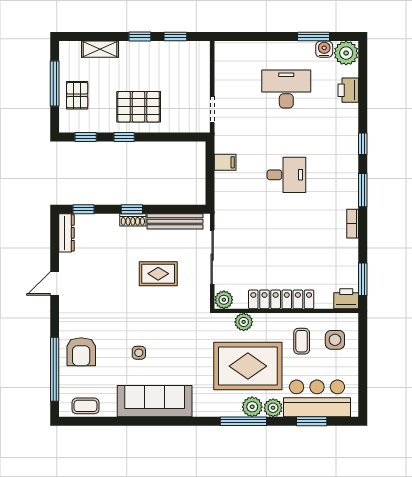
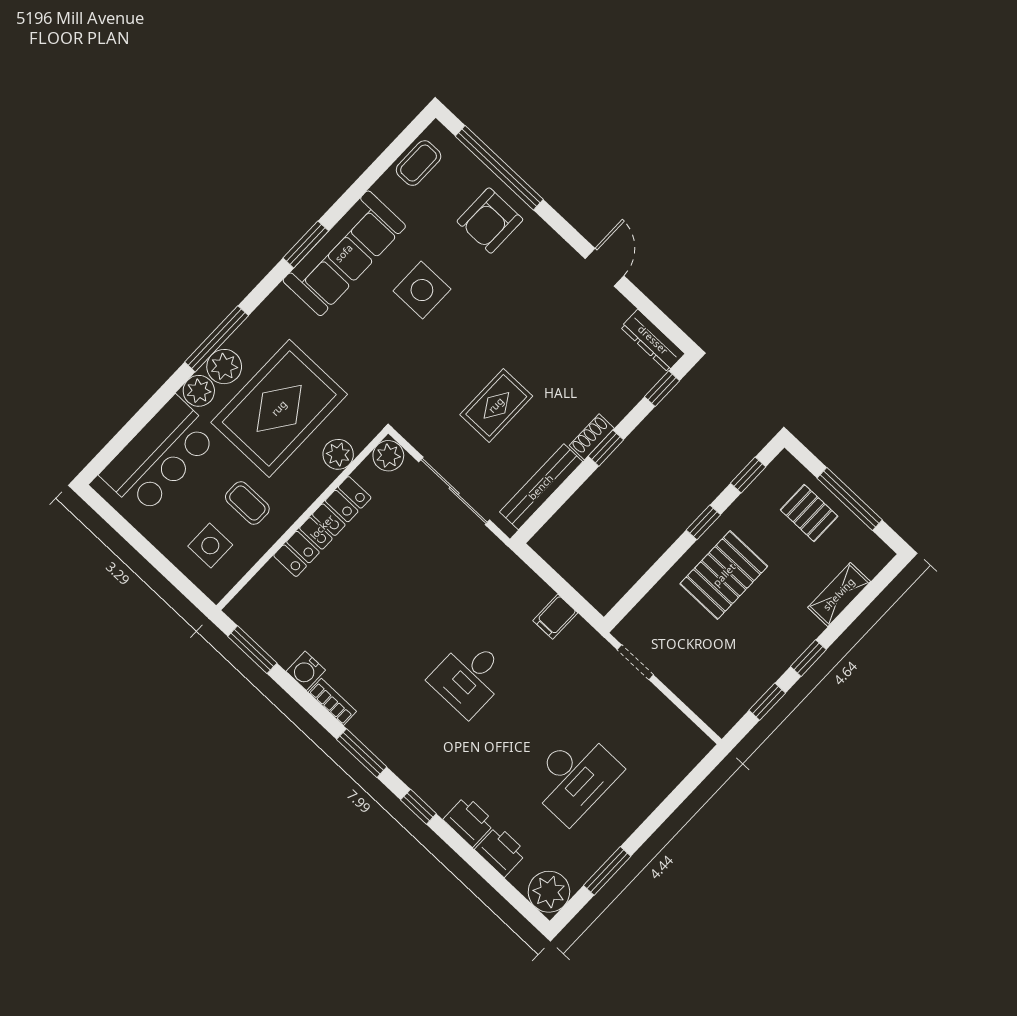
water cooler: (324, 49) -> (306, 671), moved, turned 90
printer: (346, 299) -> (469, 821), moved, turned -90
armchair: (81, 352) -> (490, 221), turned -90
side table: (139, 353) -> (422, 290), width x1.87, depth x1.87
window: (312, 421) -> (306, 244), moved

